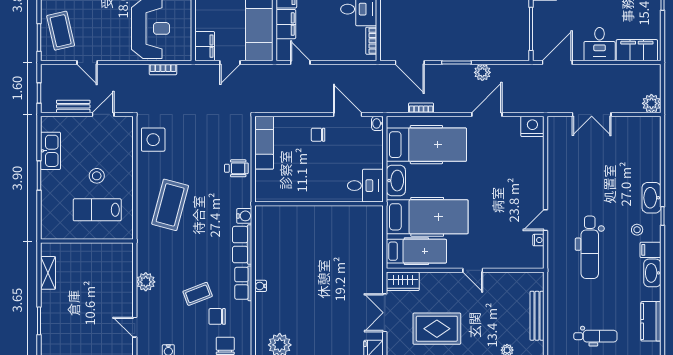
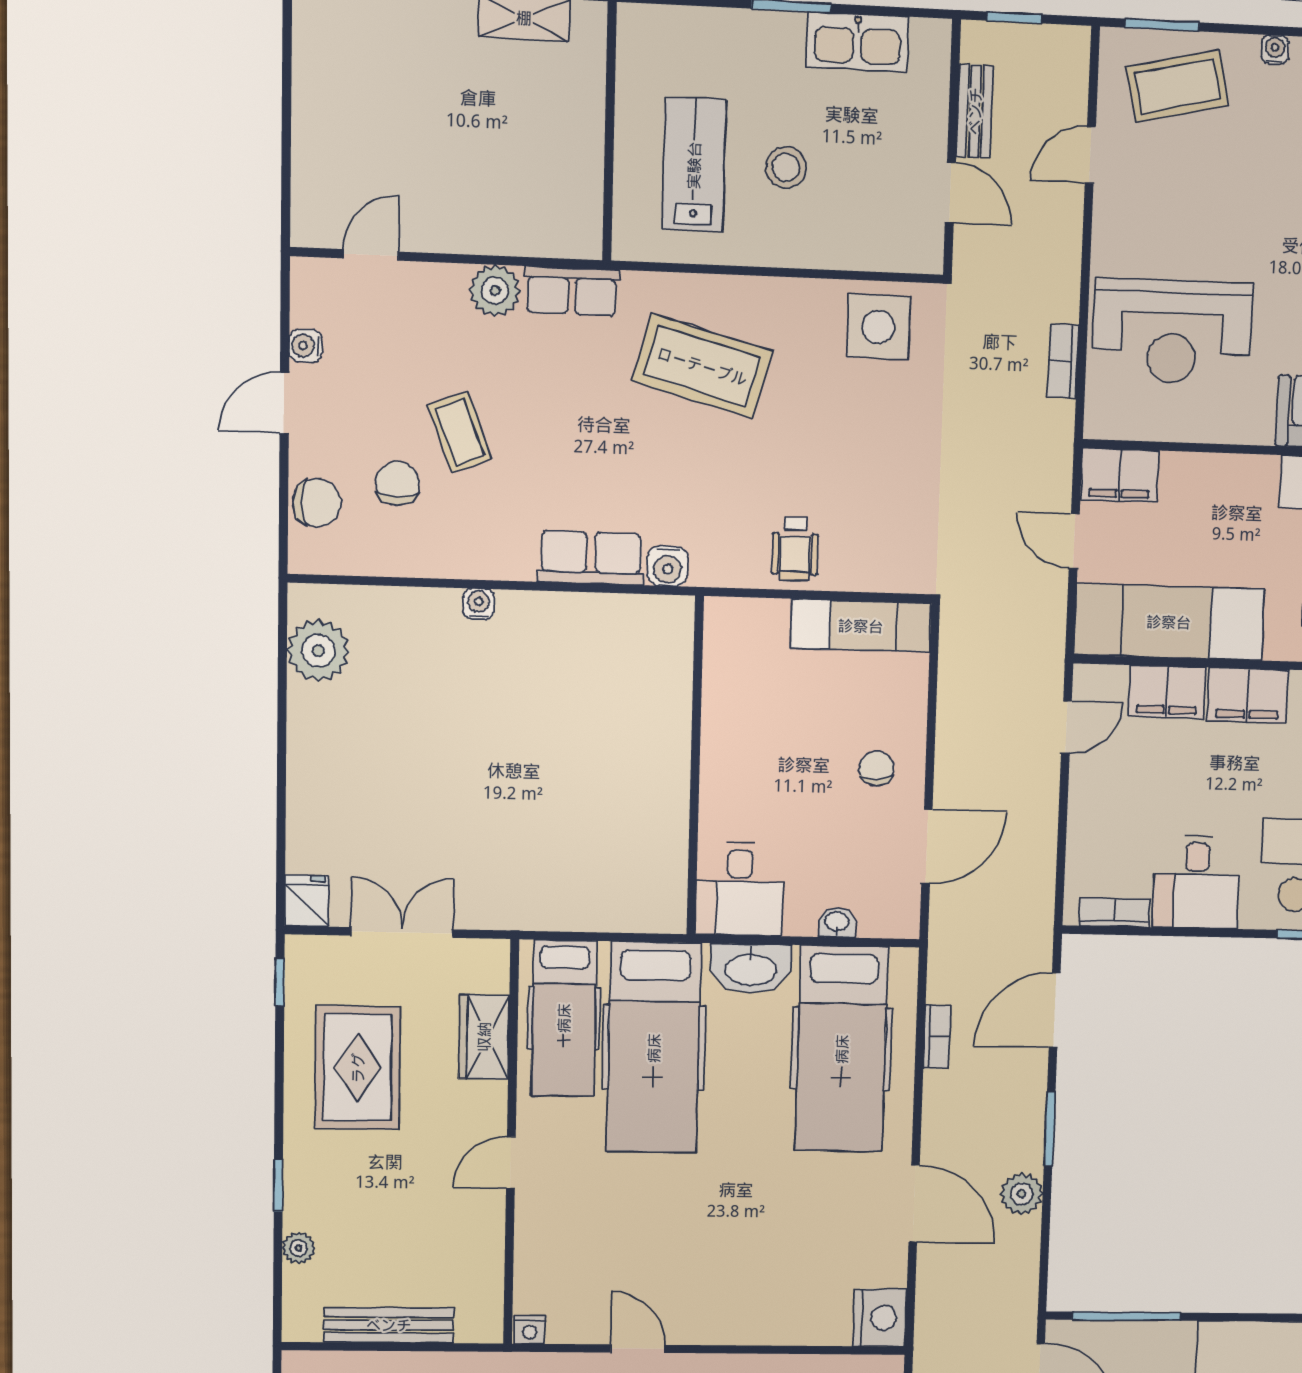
washbasin: (377, 123) -> (837, 922), moved
nightstand: (538, 240) -> (530, 1330), moved
wardrobe: (403, 281) -> (484, 1037), moved
row of seats: (243, 283) -> (572, 291), moved, turned 180

